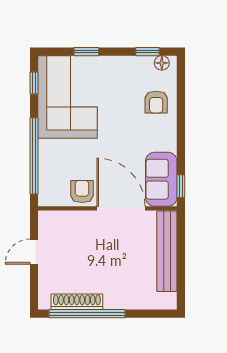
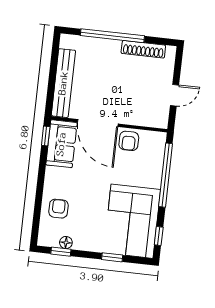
floor lamp: (162, 63) -> (66, 243), moved
window: (87, 314) -> (112, 36), moved

